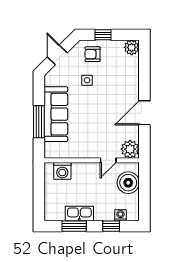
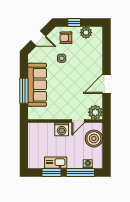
plant: (132, 47) -> (86, 33), moved
door: (57, 55) -> (38, 38), swing flipped
washing machine: (62, 171) -> (62, 129), moved
window: (111, 226) -> (80, 173), width x2.17

